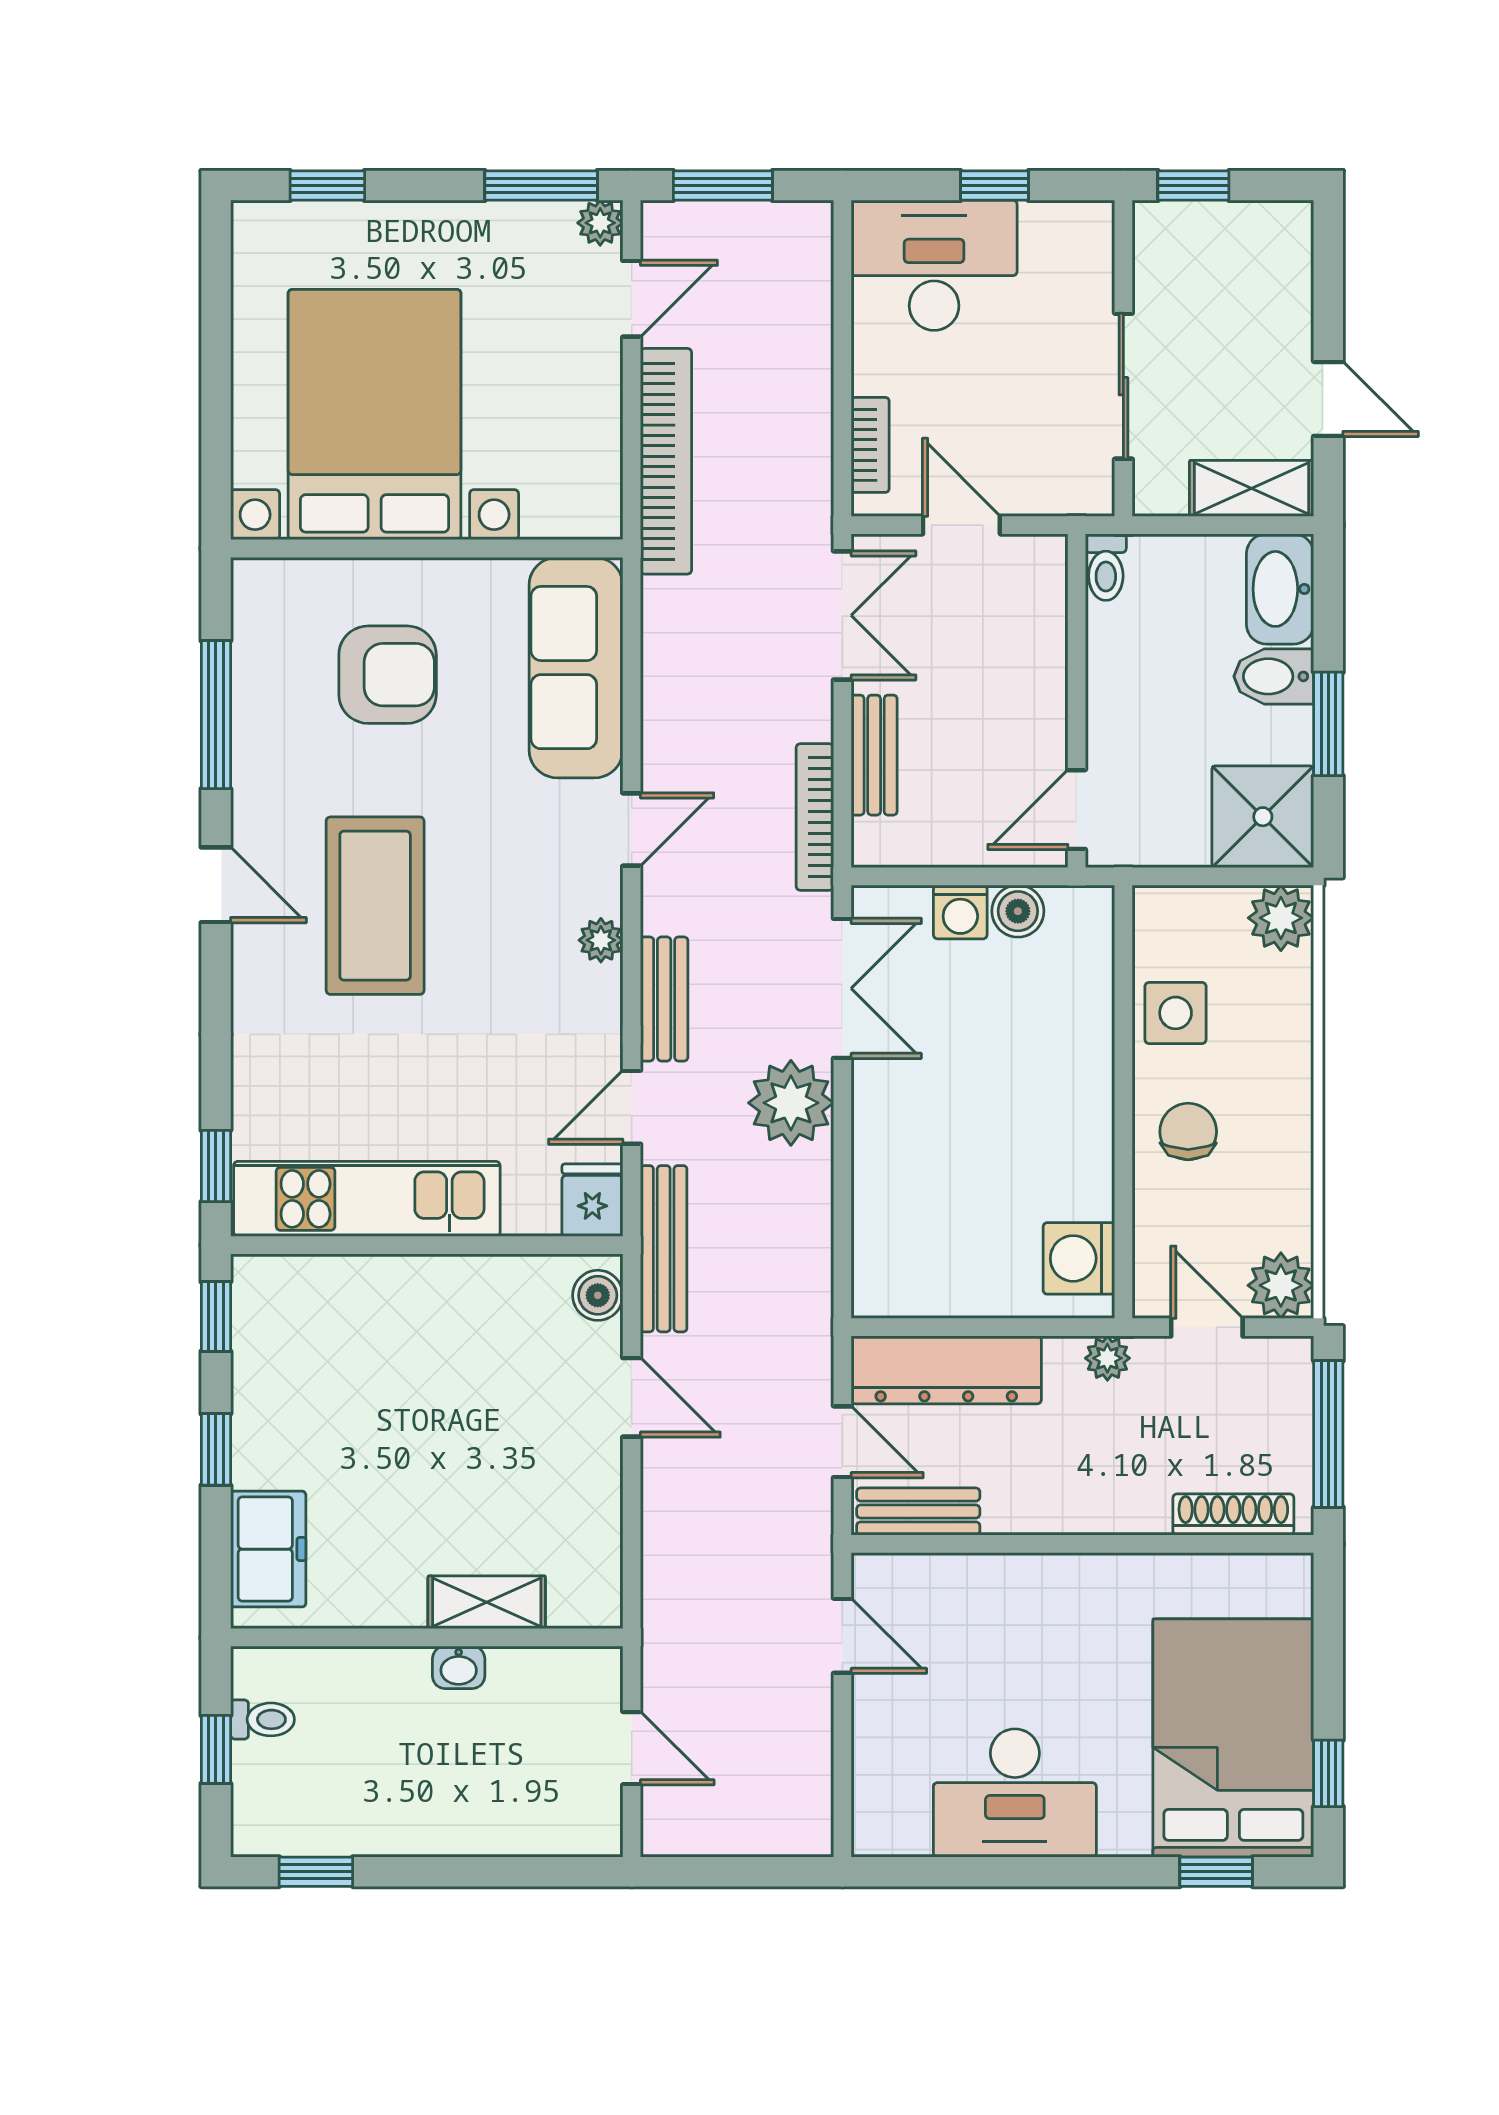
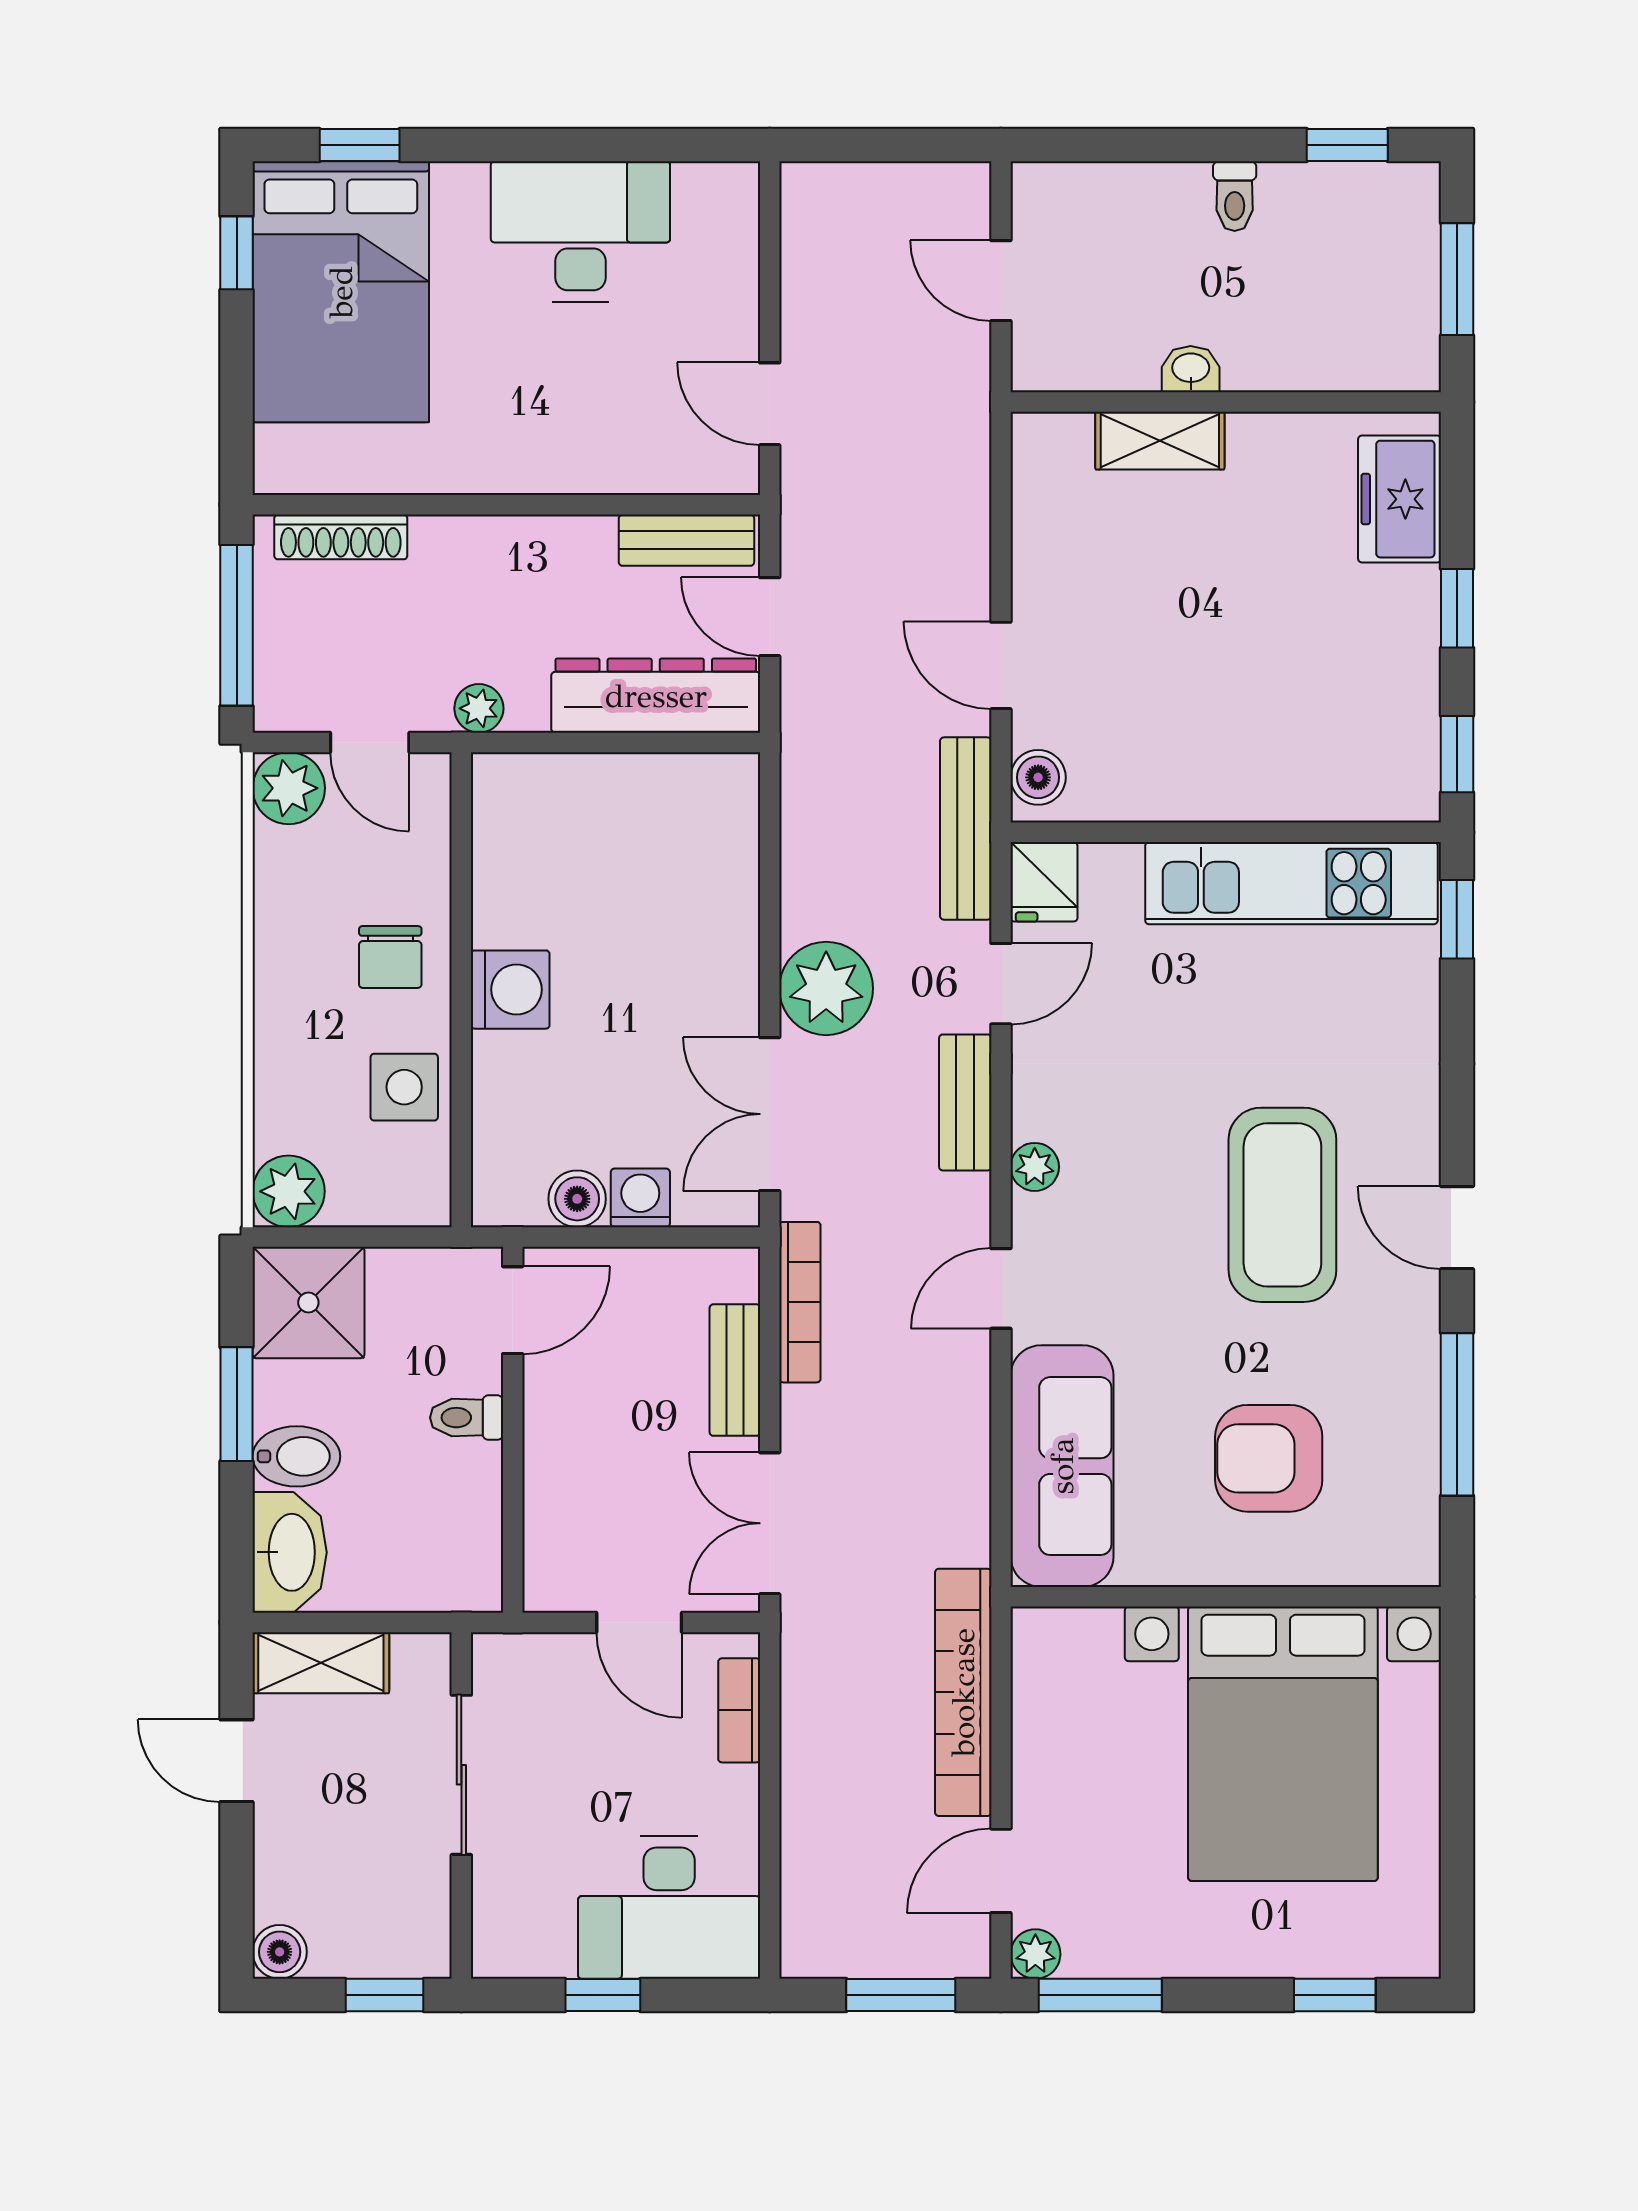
boiler: (1289, 225) -> (280, 1952), added
toilet: (1106, 567) -> (467, 1418), moved, turned -90
washing machine: (1079, 1258) -> (510, 990), moved
toilet: (263, 1719) -> (1235, 196), moved, turned -90
window: (216, 1749) -> (1457, 279), width x1.50

